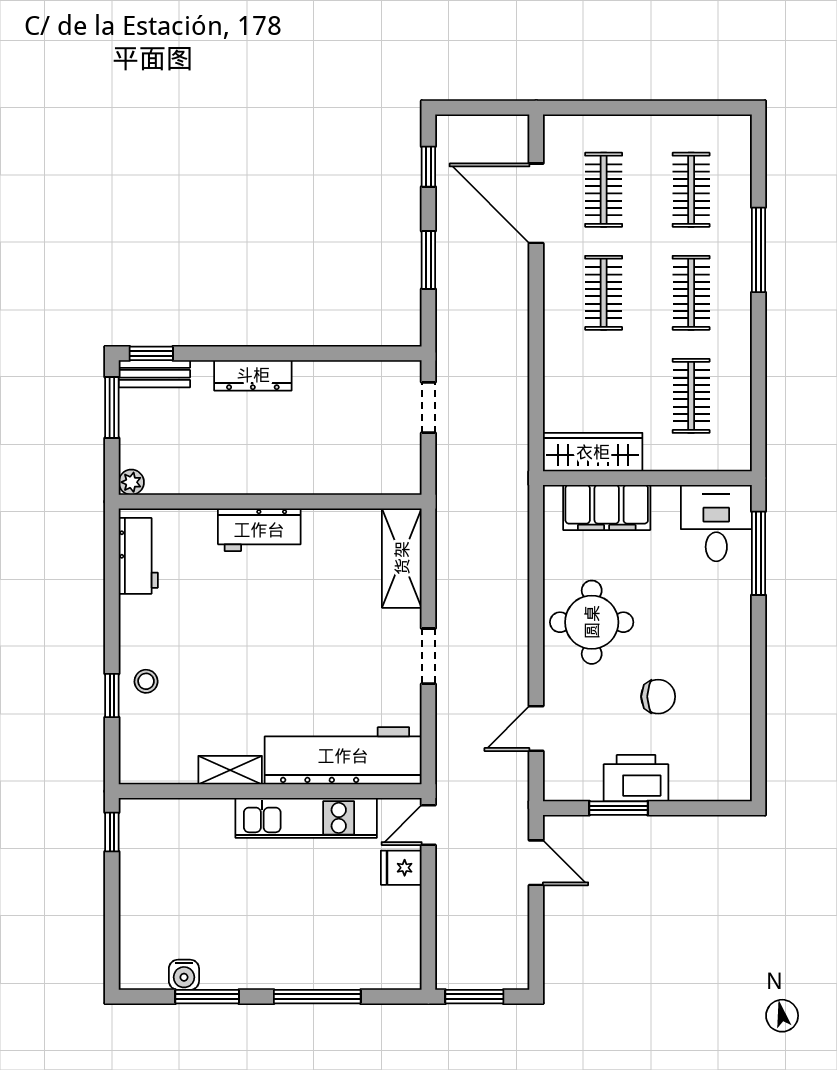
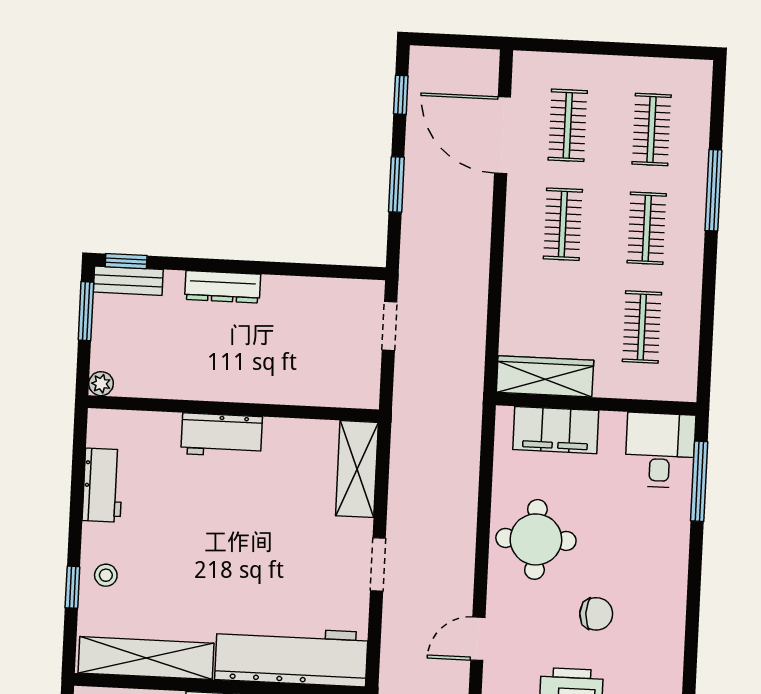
workbench: (138, 556) -> (103, 485), moved
shelving: (230, 770) -> (146, 658), width x2.20, depth x1.33

